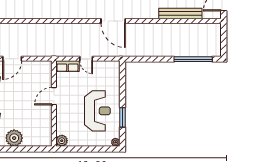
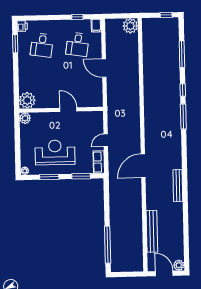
row of seats: (68, 66) -> (99, 162), moved
window: (122, 85) -> (81, 176), added
reception desk: (97, 111) -> (55, 152), turned 180
plant: (14, 138) -> (27, 100), moved

